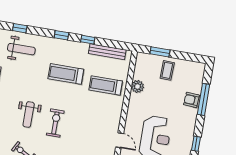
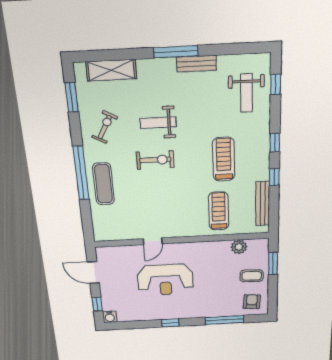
plant: (137, 86) -> (239, 247), moved
armchair: (192, 100) -> (252, 302), moved

